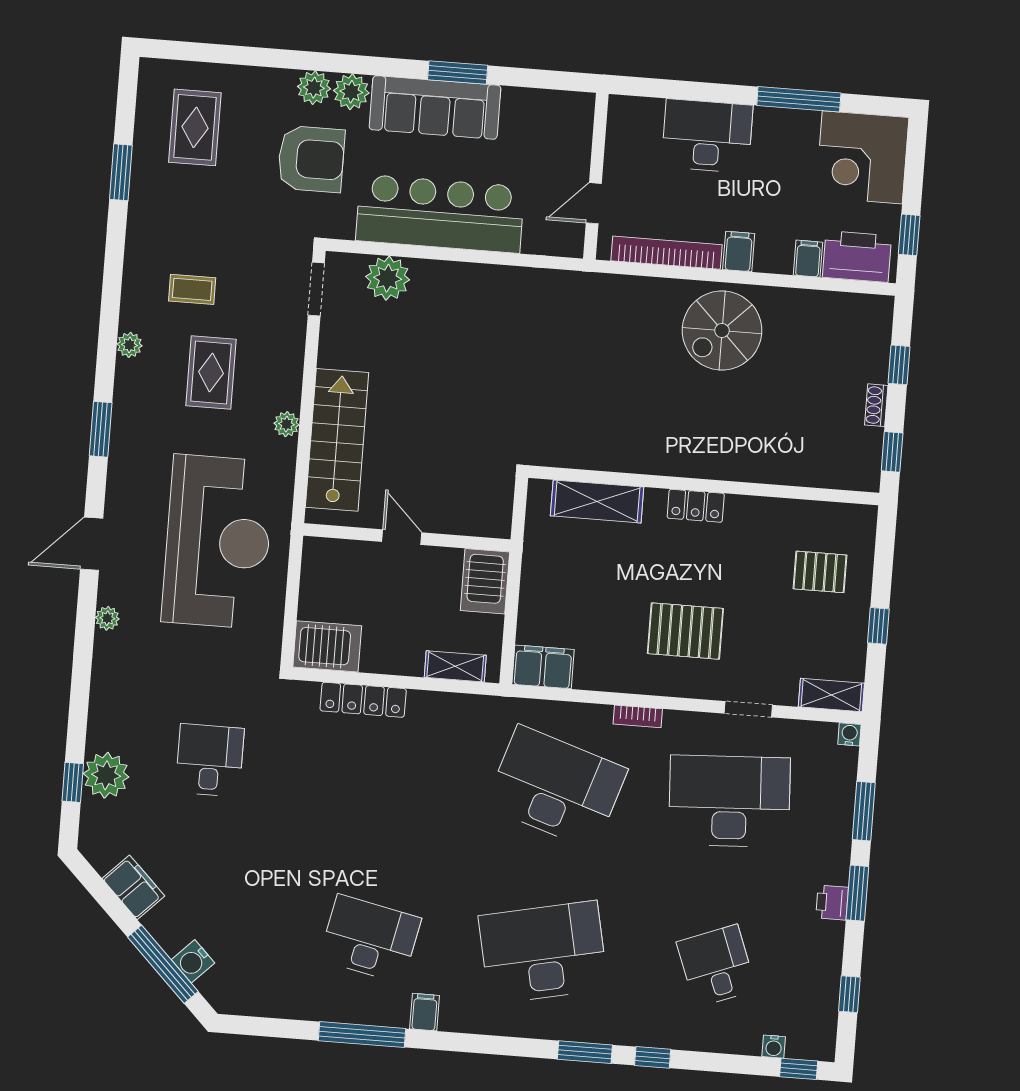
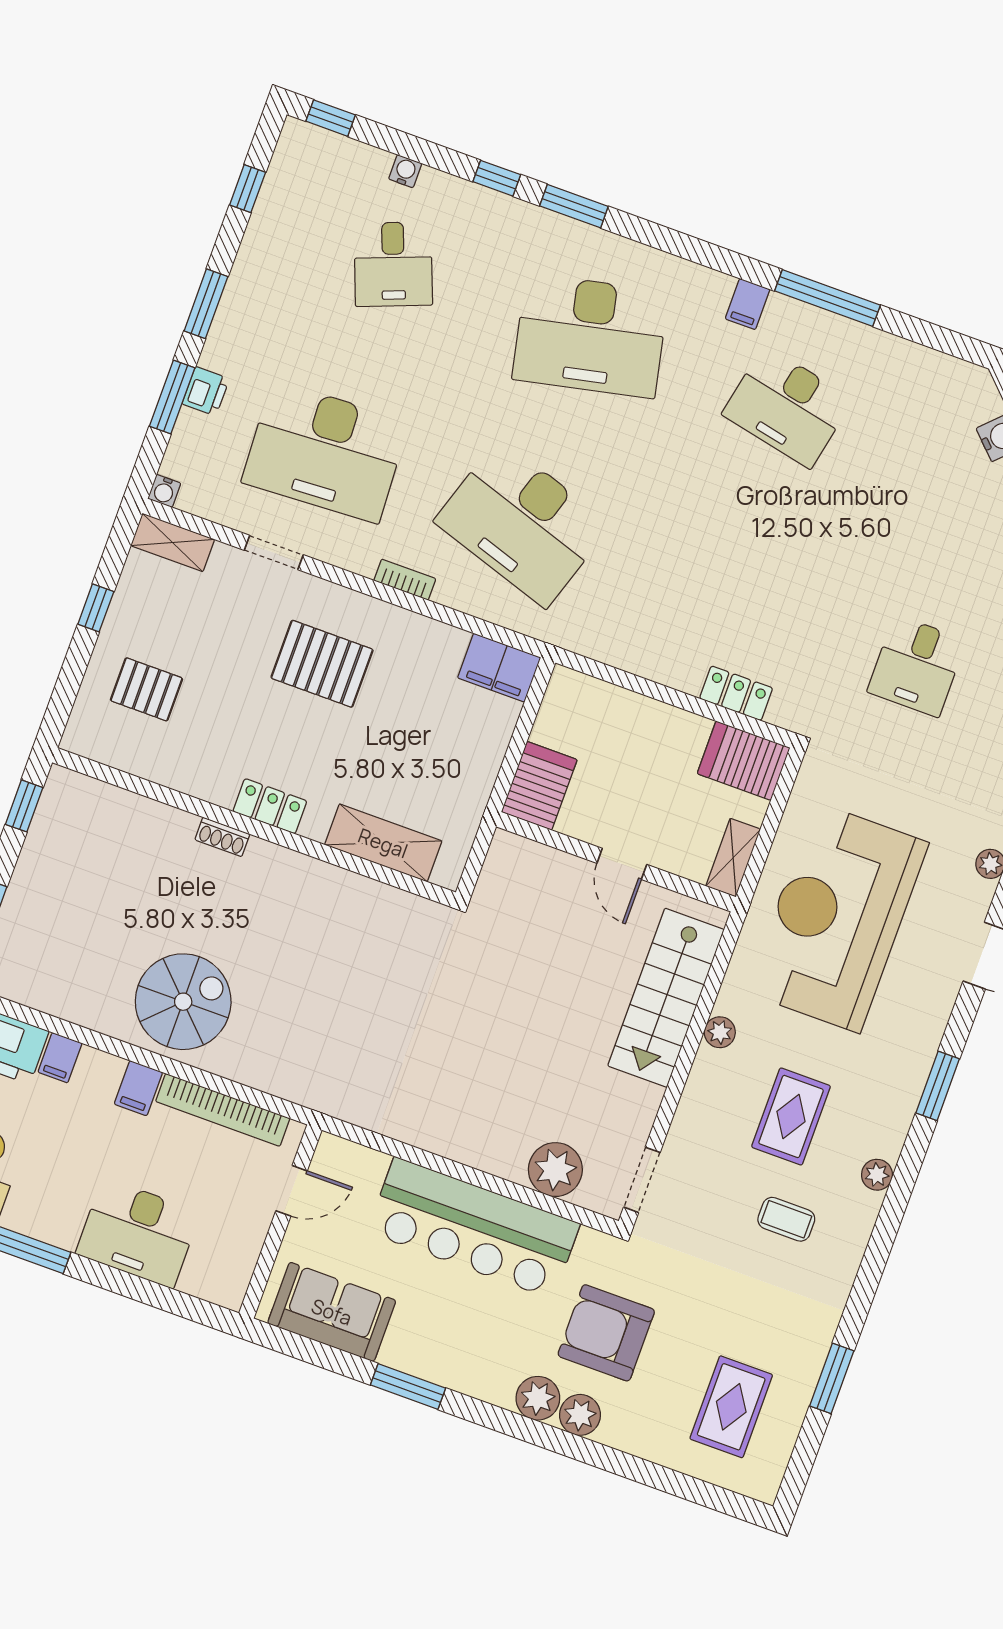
sofa: (435, 107) -> (332, 1312), moved, width x0.73
shoe rack: (876, 405) -> (222, 837), moved, turned 90
shelving: (455, 666) -> (733, 858), moved, turned 90
locker: (363, 700) -> (736, 693), width x0.66
printer: (832, 903) -> (206, 391), moved
water cooler: (774, 1047) -> (405, 171), moved

